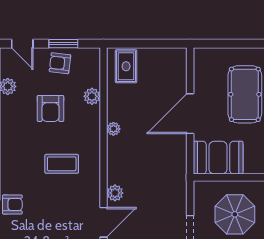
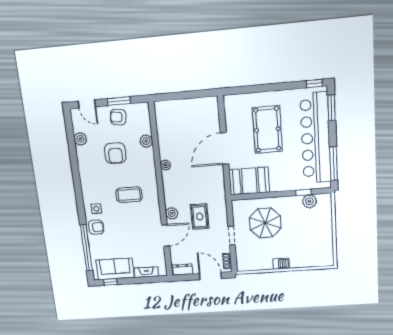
rug: (126, 66) -> (200, 217), moved
side table: (16, 179) -> (96, 209), added

